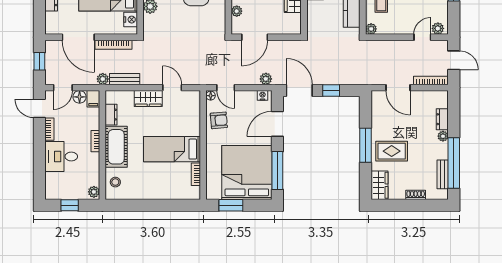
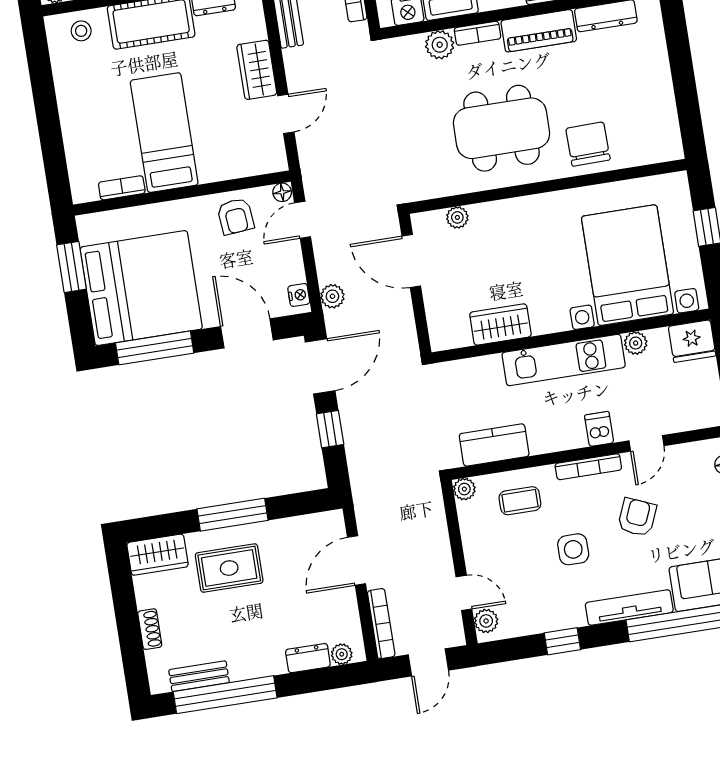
plant: (443, 136) -> (342, 654), moved
rug: (392, 151) -> (229, 568), turned 90

